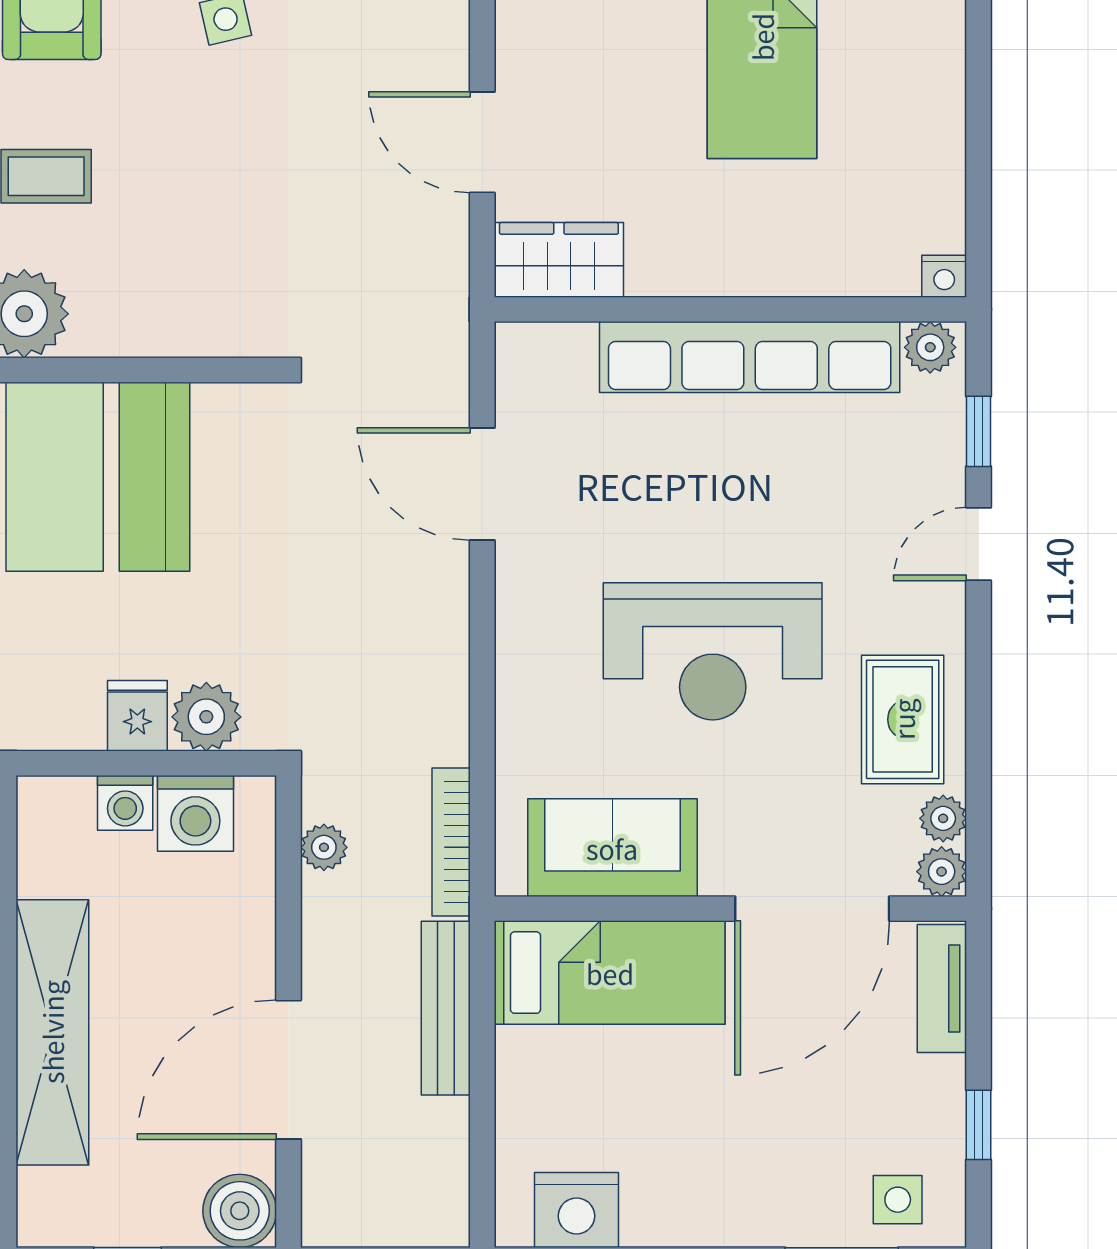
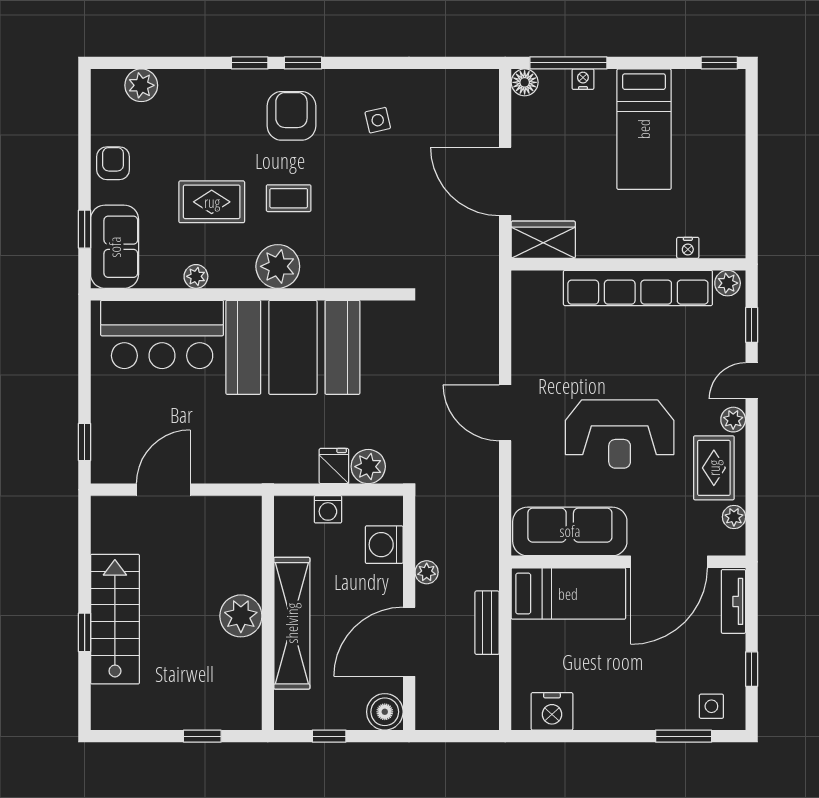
door: (482, 142) -> (505, 181), width x1.36
nightstand: (944, 276) -> (688, 248), moved
door: (482, 484) -> (505, 413), moved
washing machine: (195, 813) -> (384, 545), moved, turned 90
bookcase: (451, 842) -> (490, 529), removed
plant: (324, 847) -> (427, 572), moved
sofa: (612, 848) -> (570, 531), width x1.36
plant: (942, 872) -> (733, 420), moved
bench: (446, 1008) -> (487, 623), width x0.73

